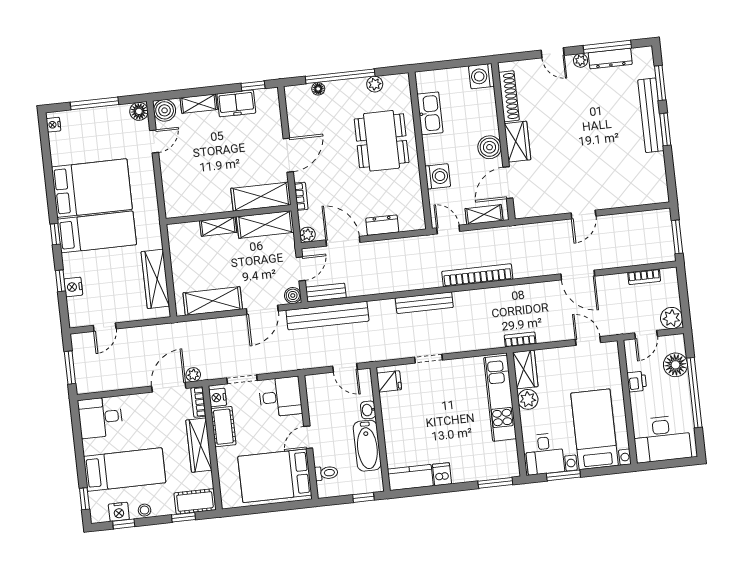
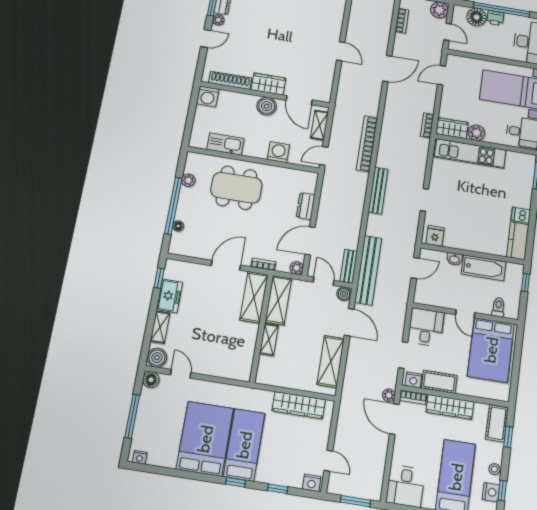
door: (288, 155) -> (226, 265), hinge flipped
nightstand: (73, 287) -> (312, 483), moved
printer: (637, 382) -> (495, 18), moved, turned 180

